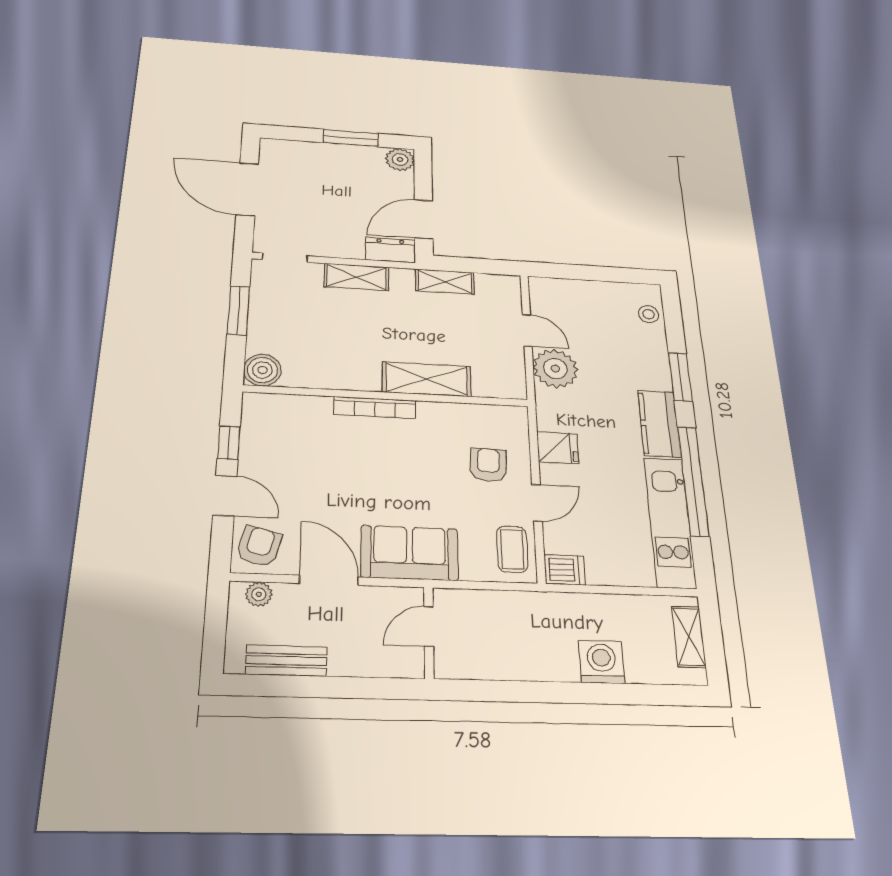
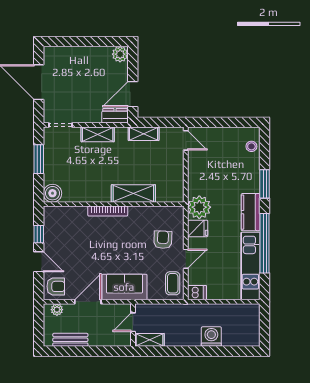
window: (351, 138) -> (93, 42), removed
door: (527, 330) -> (186, 140), moved
plant: (555, 369) -> (199, 207), moved
armchair: (259, 546) -> (56, 286), turned 76
door: (329, 580) -> (88, 302), hinge flipped
shelving: (689, 637) -> (150, 340), moved, turned 90

